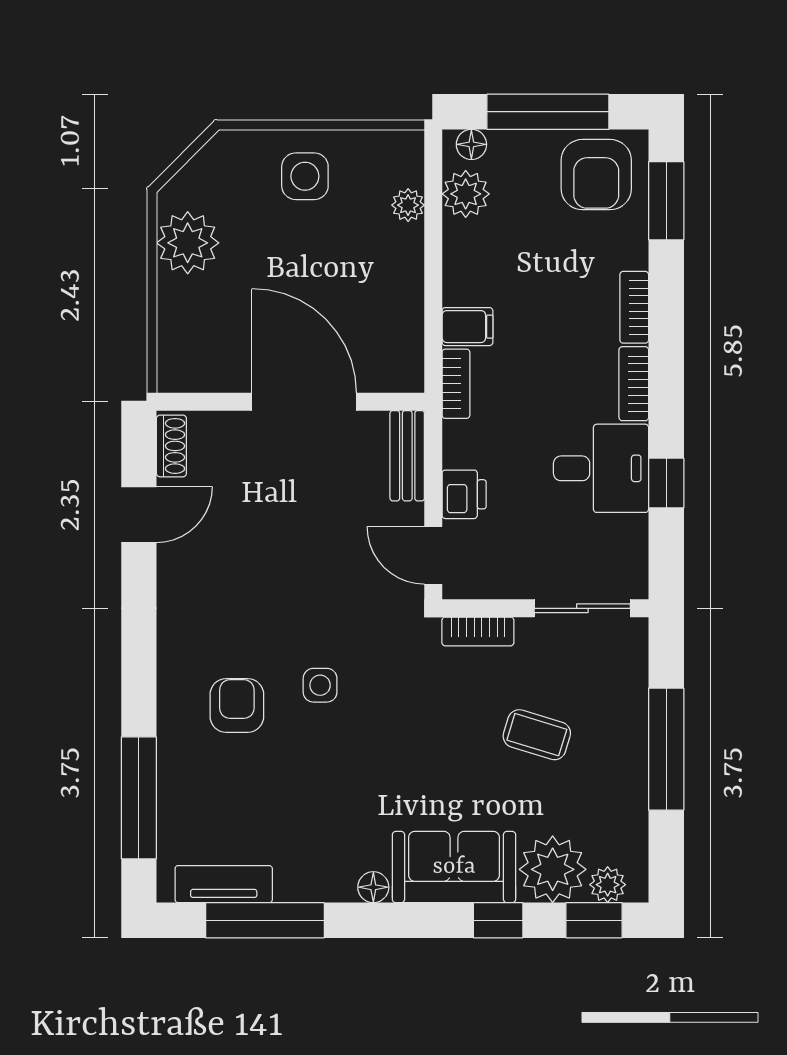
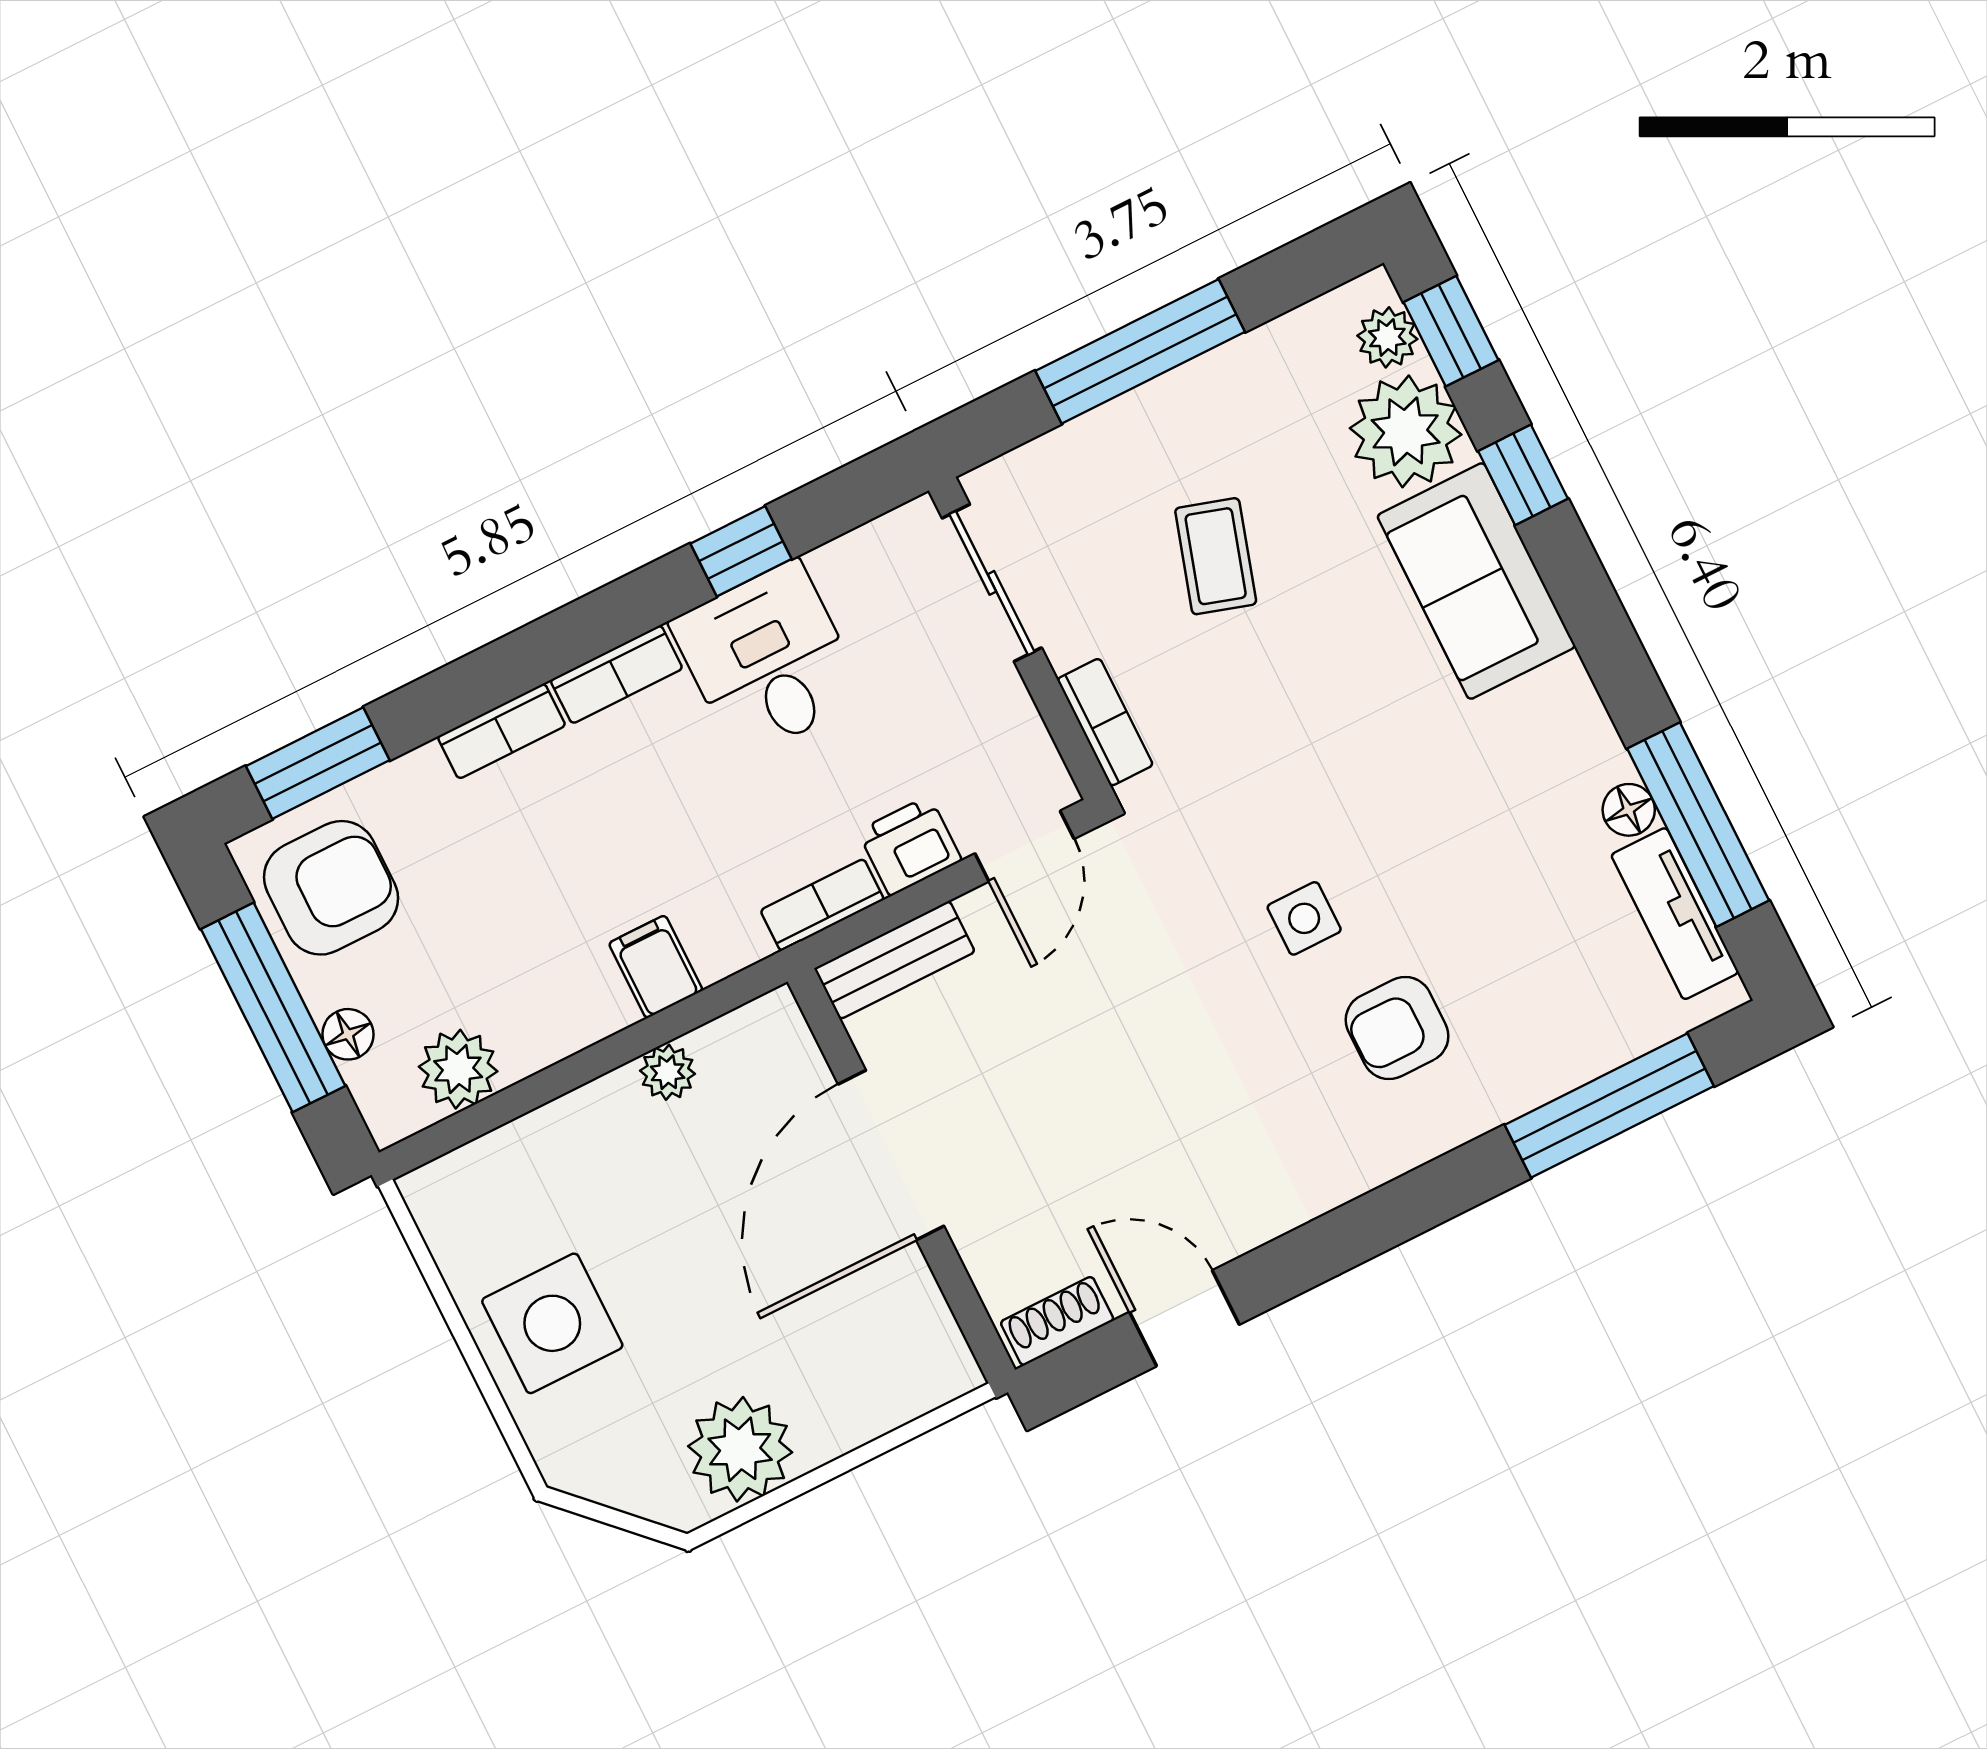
floor lamp: (471, 144) -> (348, 1034), moved
side table: (305, 176) -> (552, 1323), width x1.37, depth x1.37
plant: (408, 205) -> (668, 1072), moved
bookcase: (456, 384) -> (822, 905), moved
floor lamp: (373, 887) -> (1629, 810), moved

